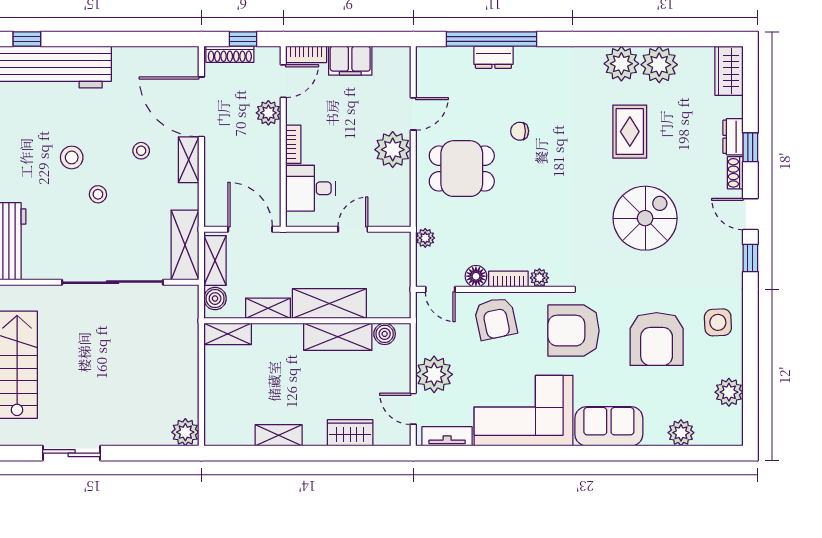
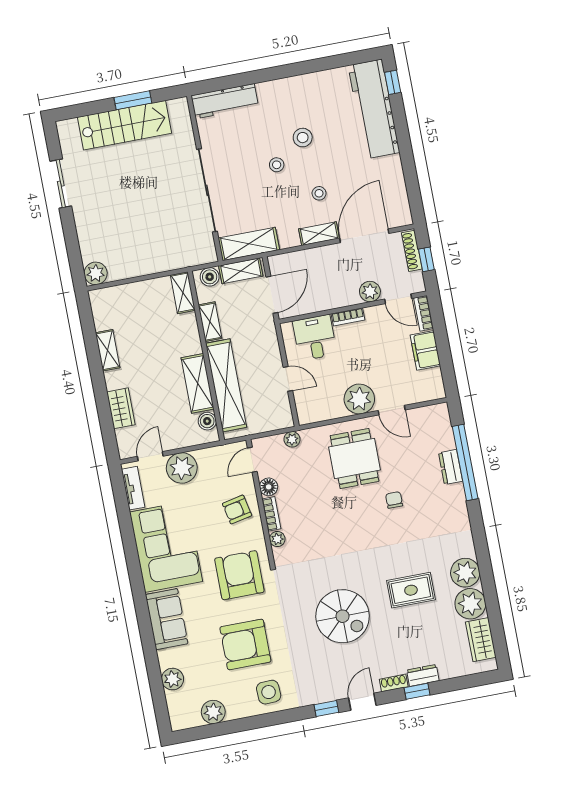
wardrobe: (729, 71) -> (481, 640), moved, turned -90
shelving: (329, 303) -> (226, 385), width x1.47
armchair: (496, 319) -> (237, 509), width x0.72, depth x0.72

